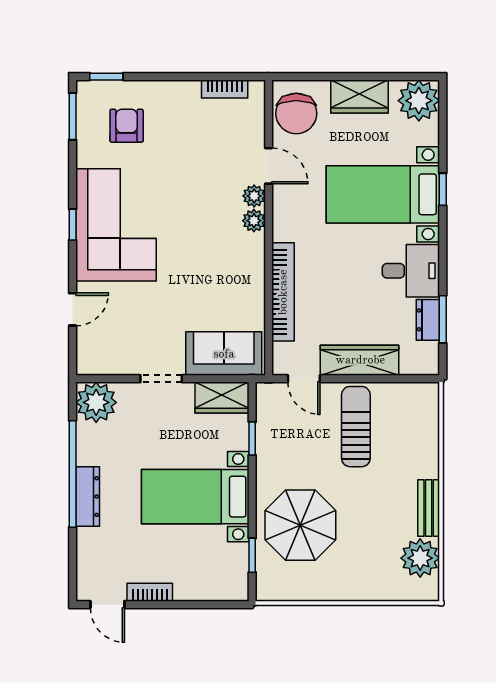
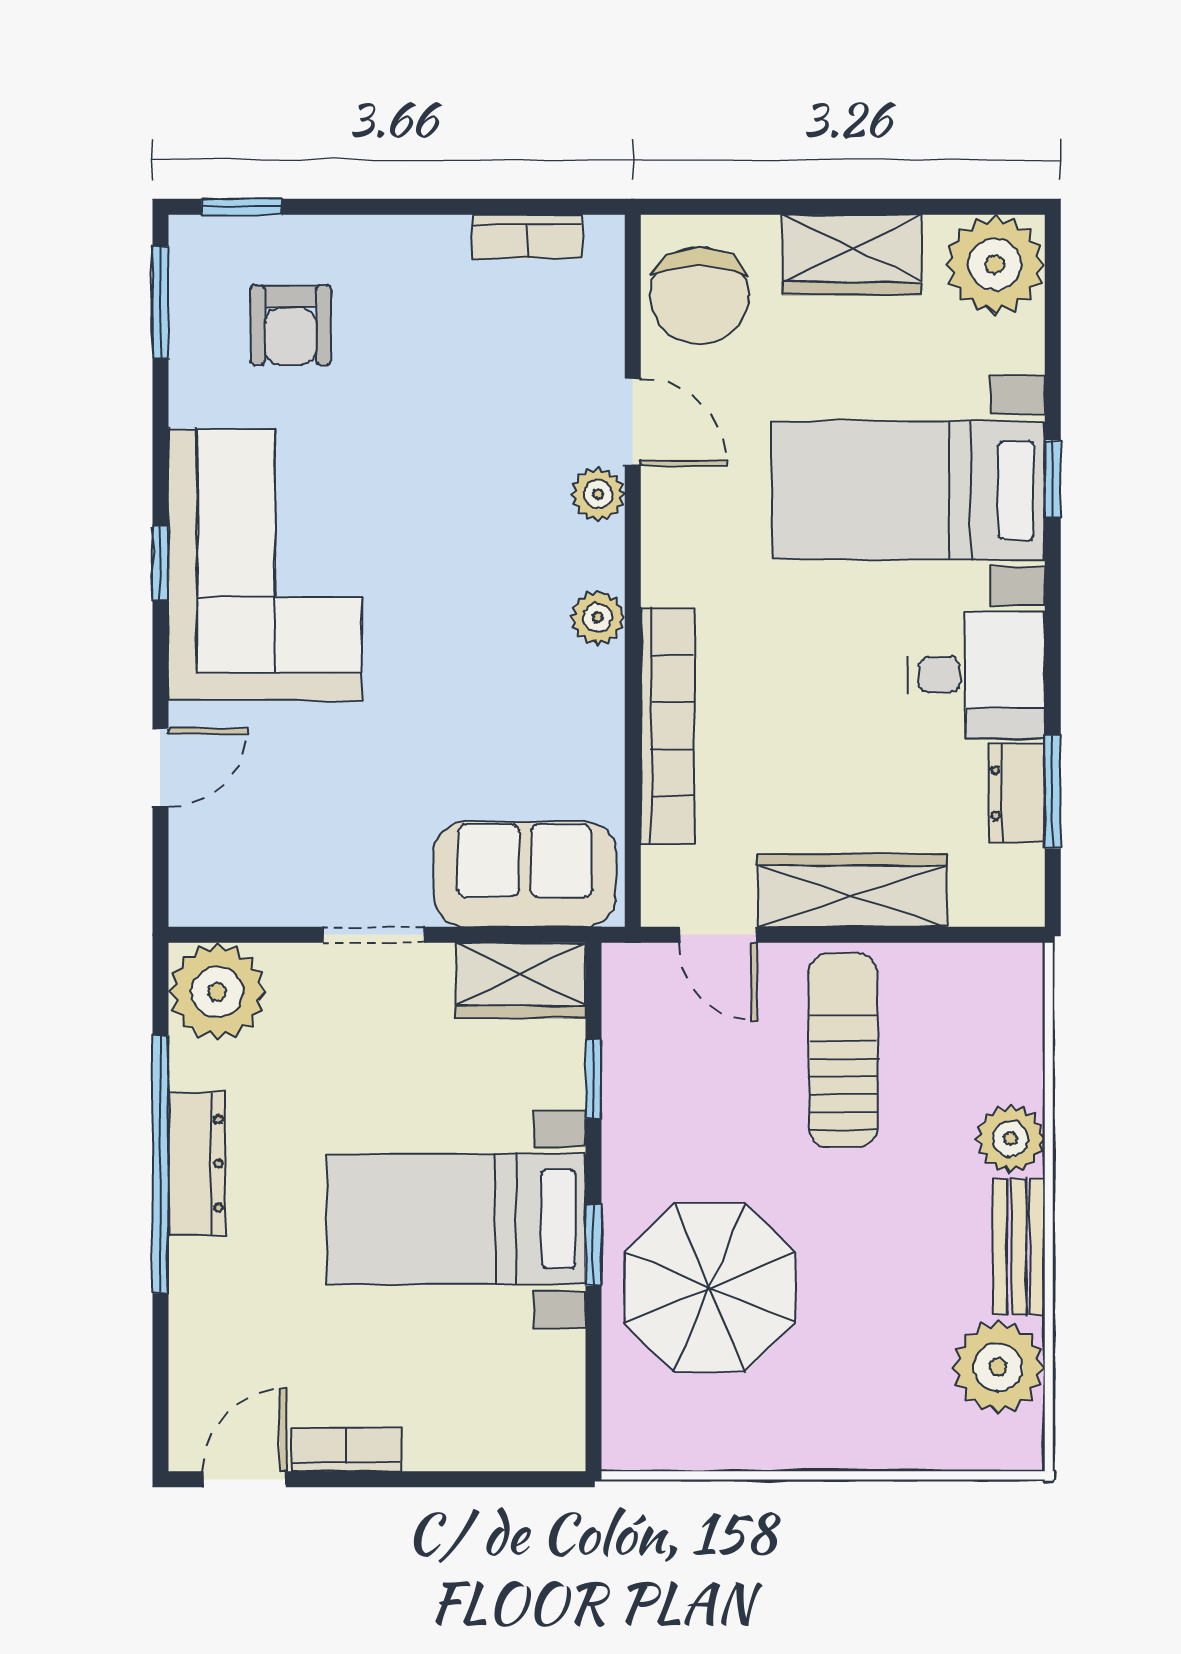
armchair: (127, 126) -> (291, 325), turned 180
plant: (254, 221) -> (598, 617), moved
plant: (425, 463) -> (1010, 1139), added
dresser: (88, 497) -> (197, 1164), moved
window: (252, 555) -> (593, 1245), moved
door: (107, 605) -> (244, 1479), swing flipped

